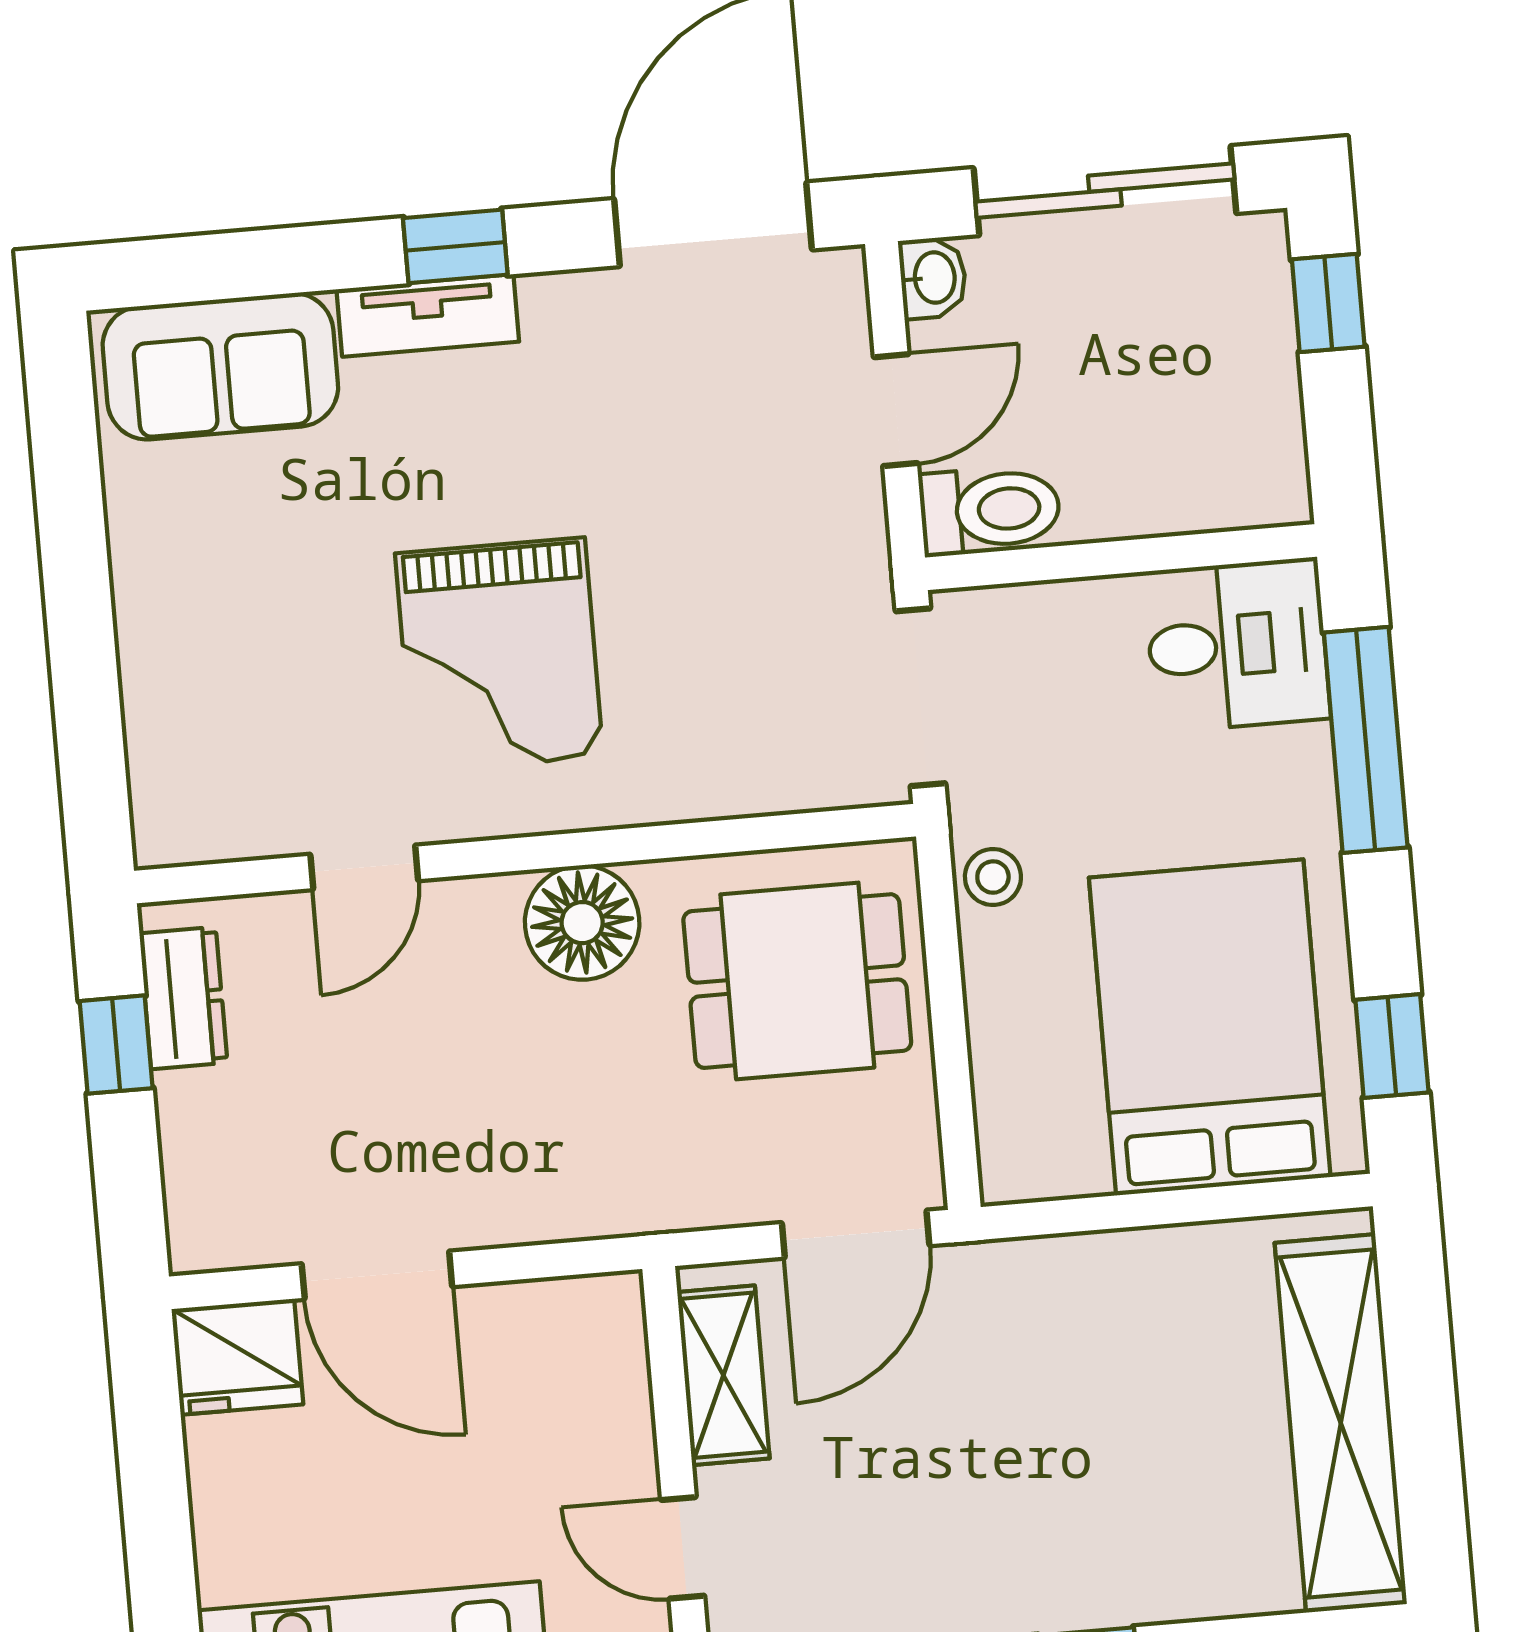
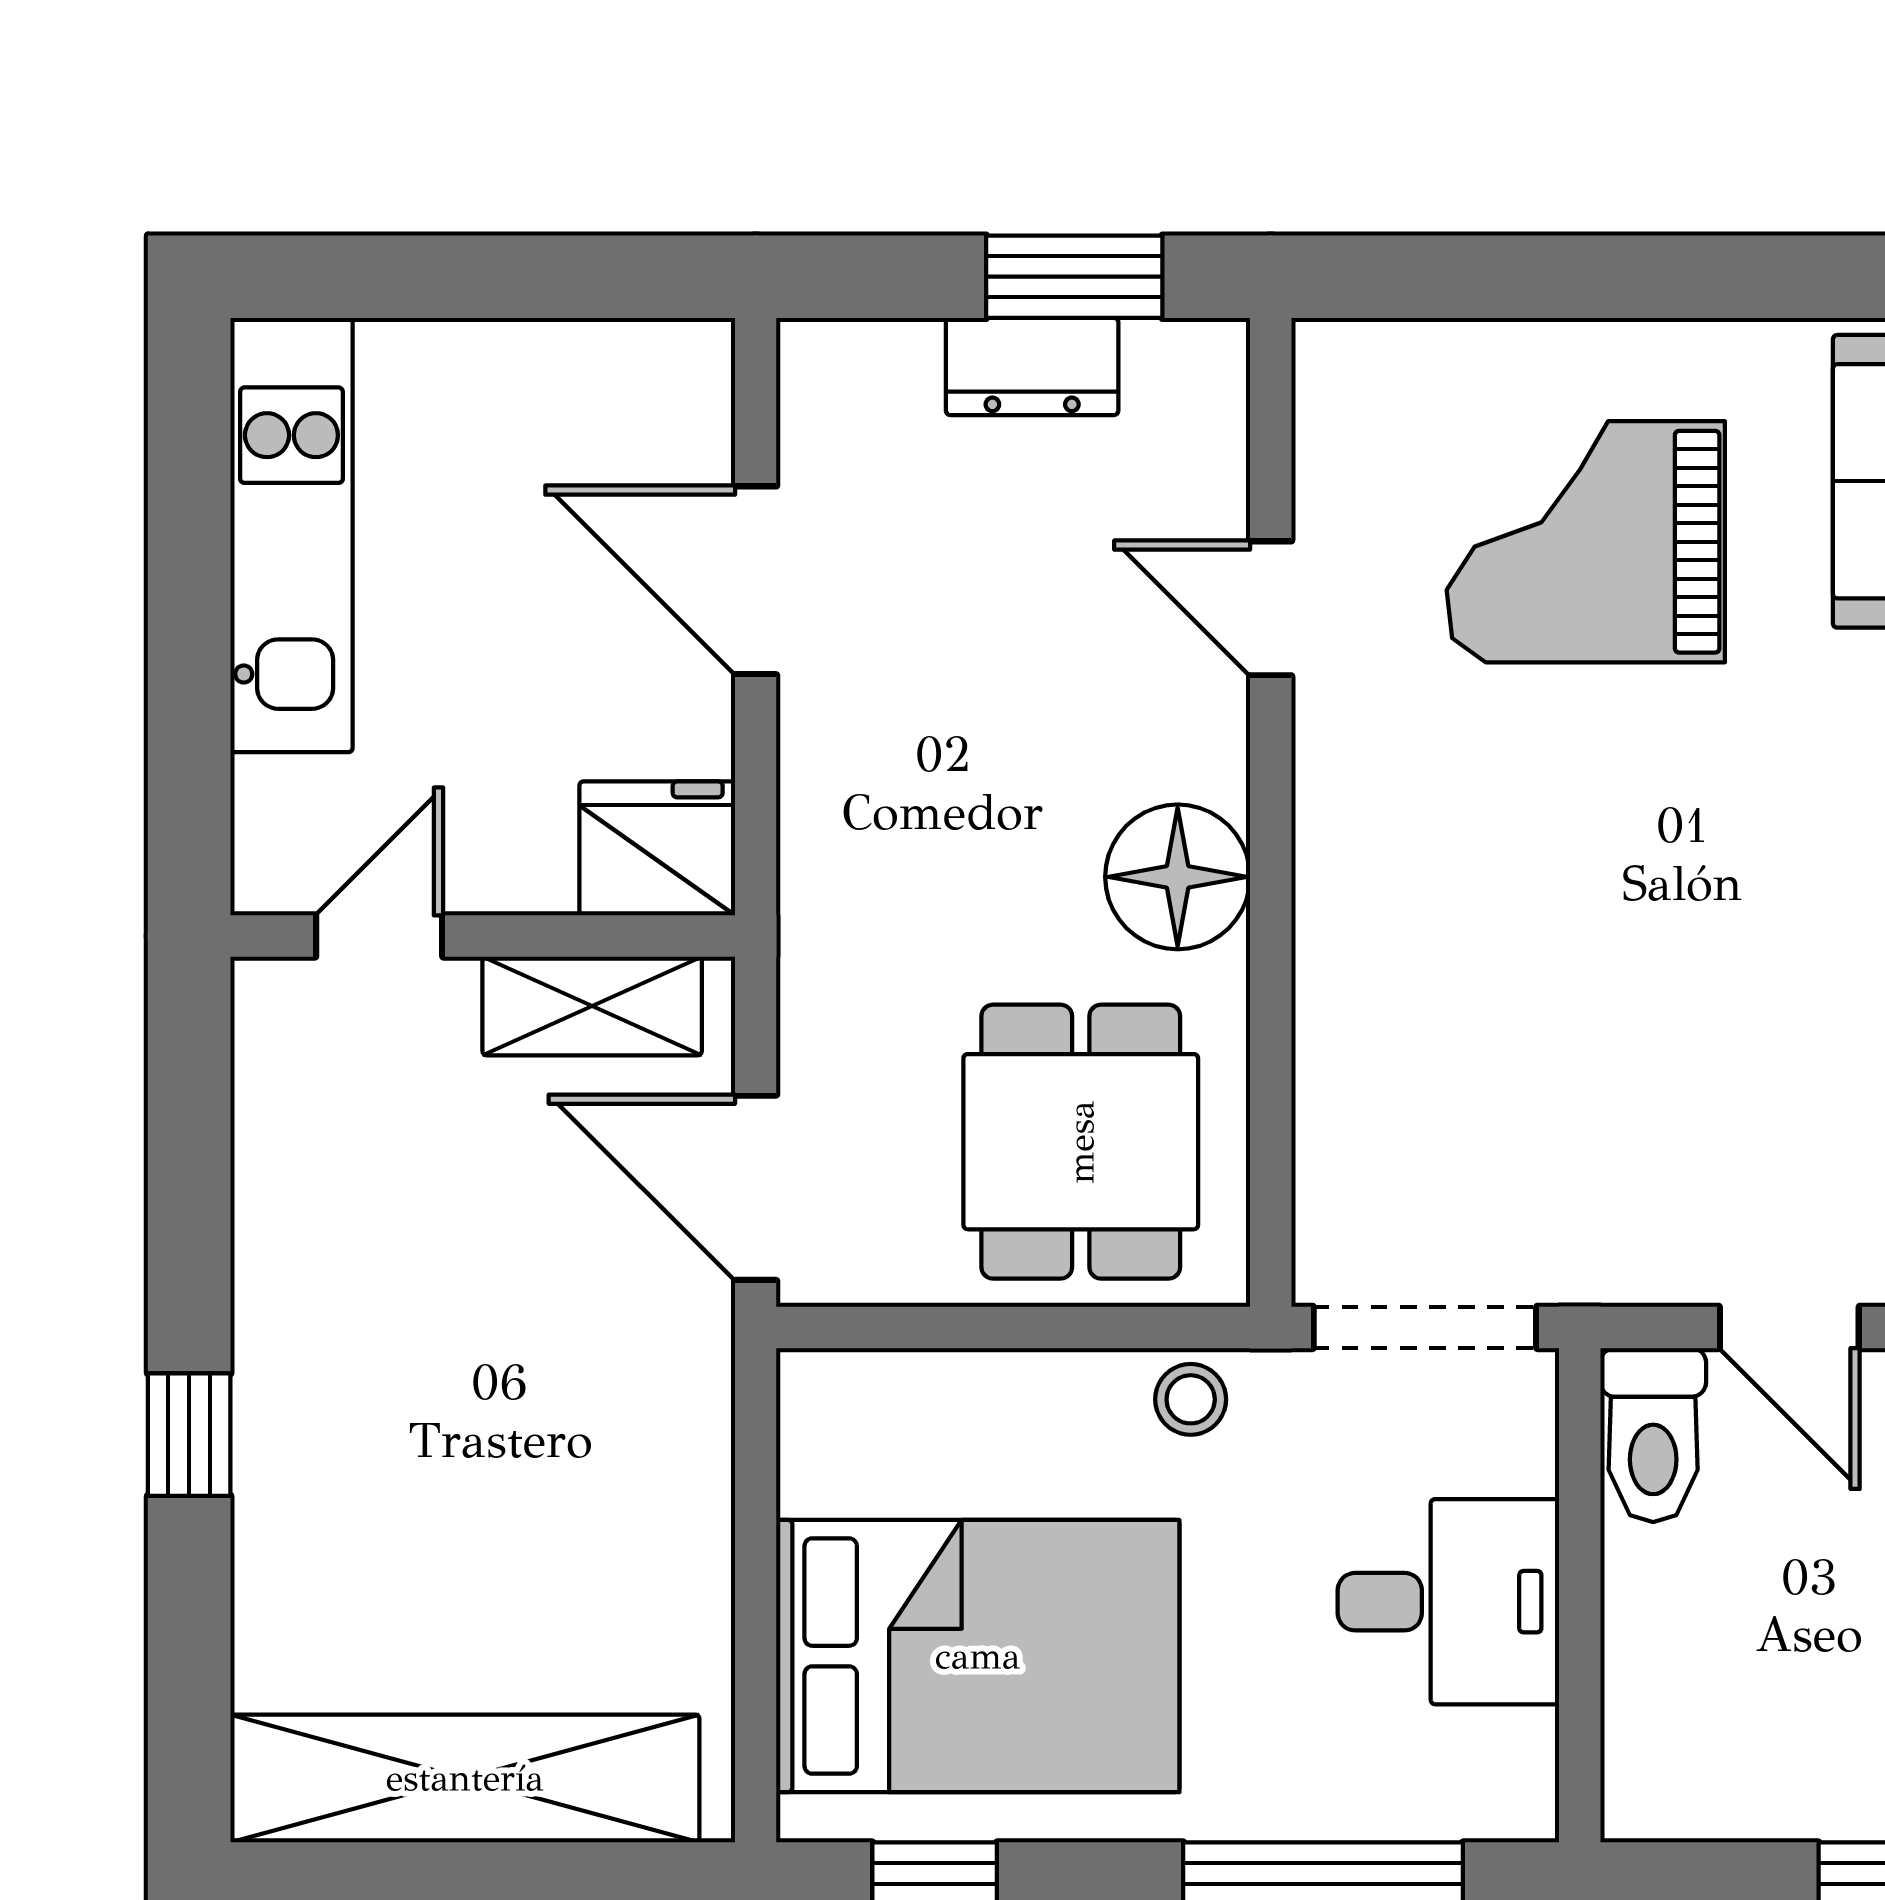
desk: (1237, 645) -> (1448, 1602), moved, turned -90
grand piano: (499, 655) -> (1586, 542), moved
dresser: (183, 998) -> (1032, 366), moved
window: (116, 1045) -> (1074, 277), width x1.50
door: (377, 1275) -> (756, 580), hinge flipped
fridge: (237, 1357) -> (657, 848), moved, turned 90

